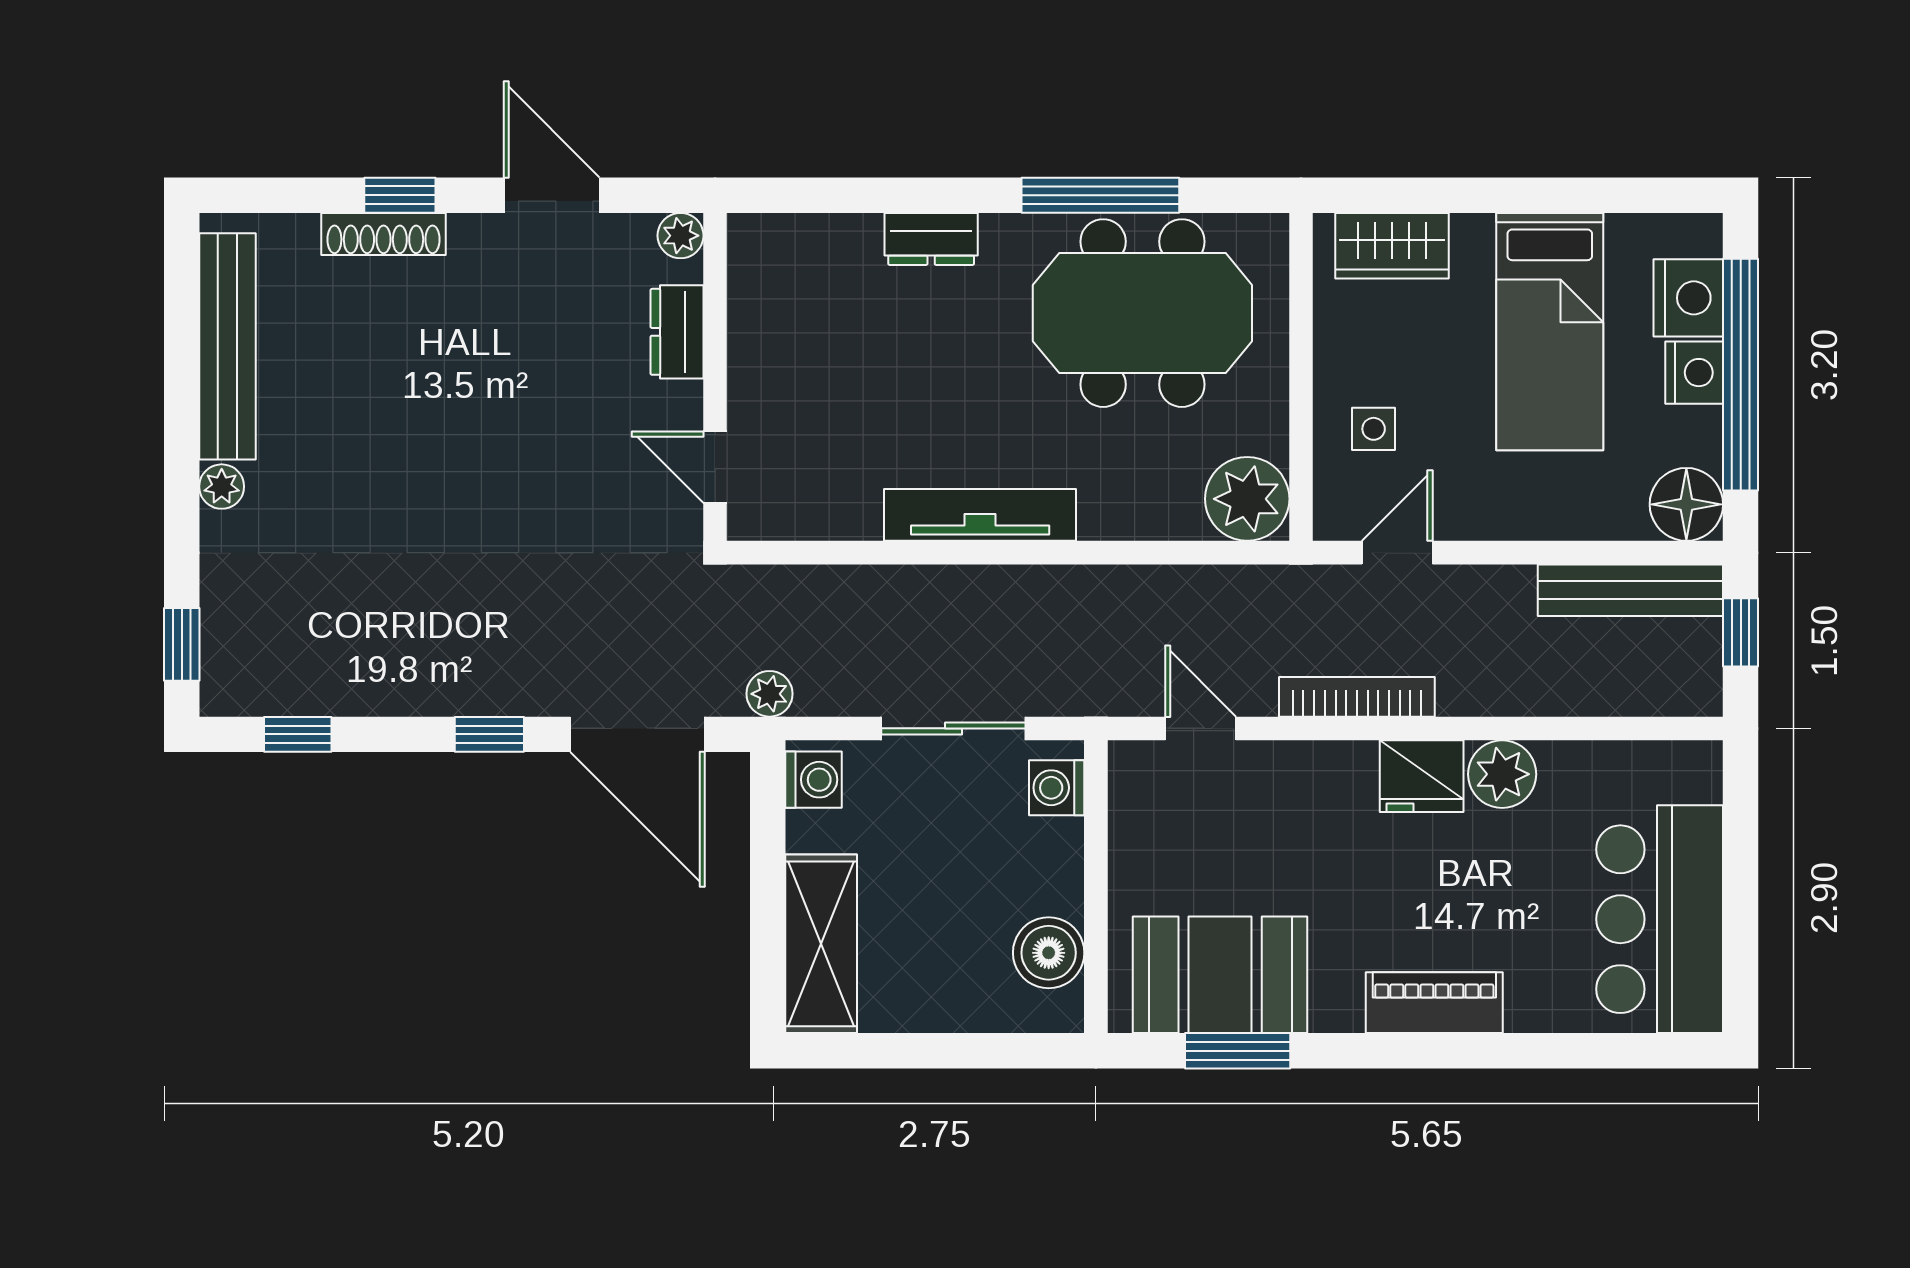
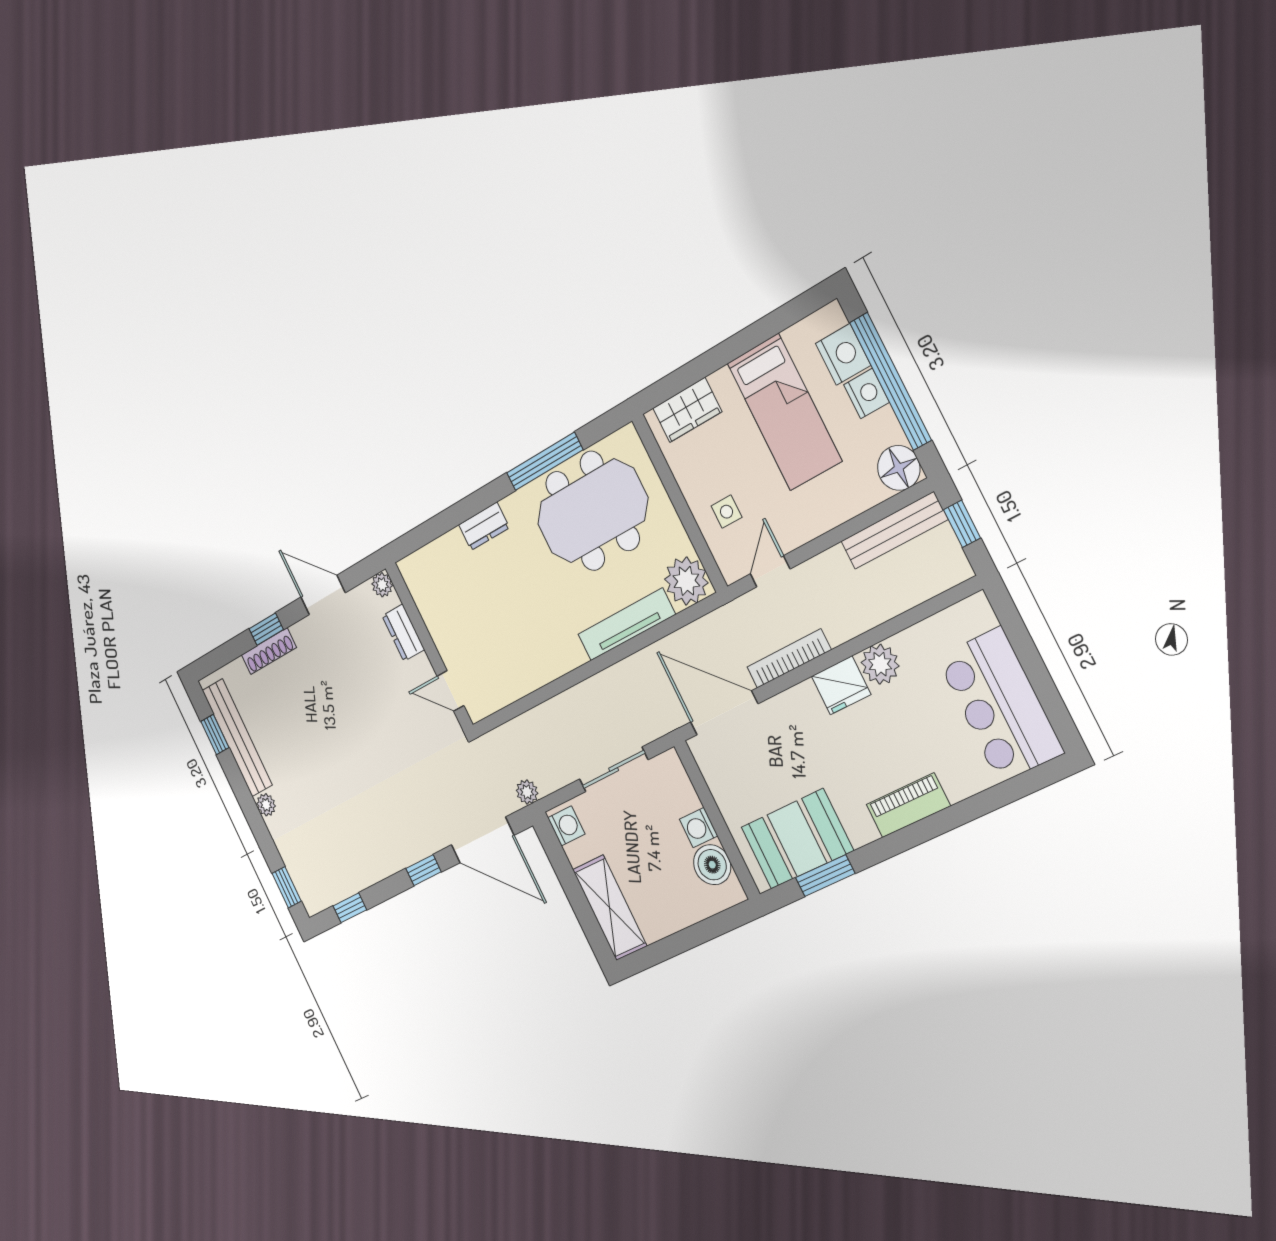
window: (182, 320) -> (215, 735), added
tv unit: (980, 515) -> (626, 624), moved
door: (1201, 728) -> (724, 713), width x1.88
washing machine: (1057, 788) -> (699, 828), moved

